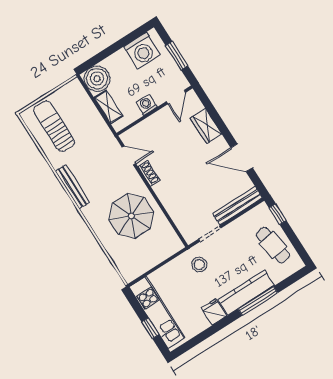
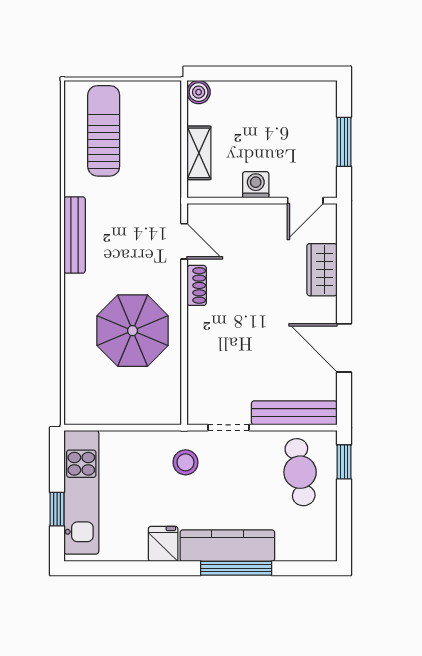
washing machine: (142, 51) -> (299, 103), removed
boiler: (97, 79) -> (199, 92), width x0.54, depth x0.54
cafe table: (273, 245) -> (300, 472), moved

